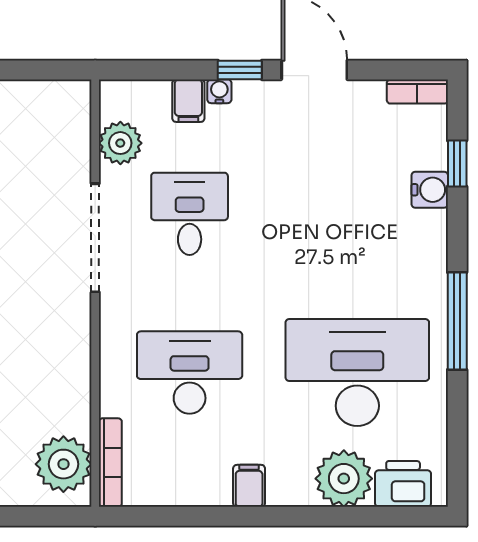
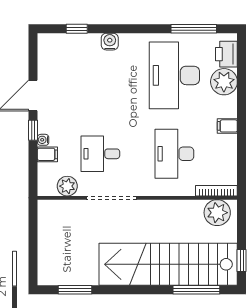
bookcase: (417, 92) -> (43, 47), removed
water cooler: (430, 190) -> (110, 42), moved
window: (457, 321) -> (194, 29), moved

